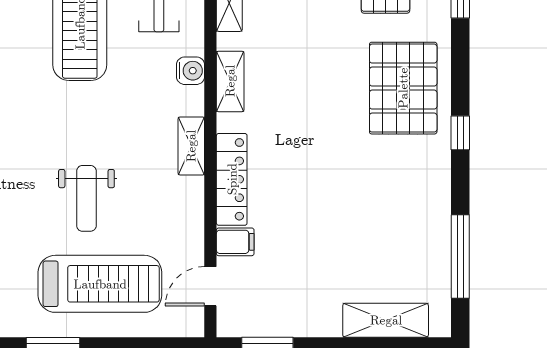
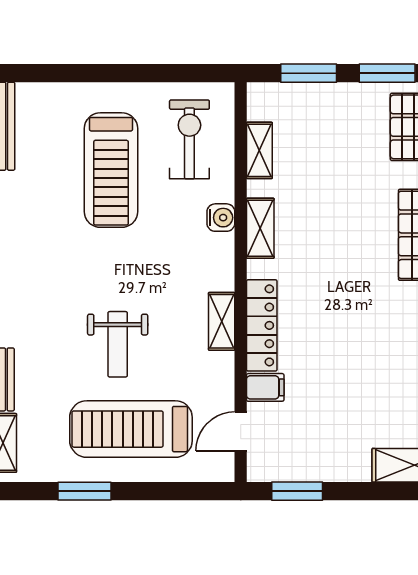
shelving: (191, 146) -> (222, 321), moved
treadmill: (100, 284) -> (131, 429), turned 180

